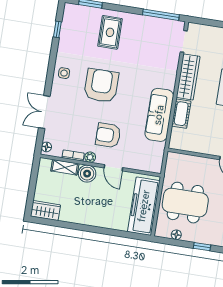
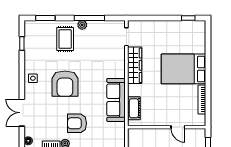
window: (161, 15) -> (89, 18), moved
plant: (133, 19) -> (82, 25), added
armchair: (101, 86) -> (65, 84), turned 180
cot: (181, 114) -> (134, 108), moved

